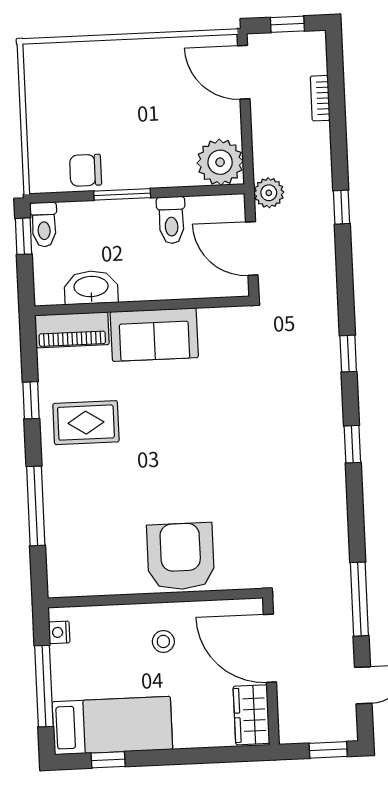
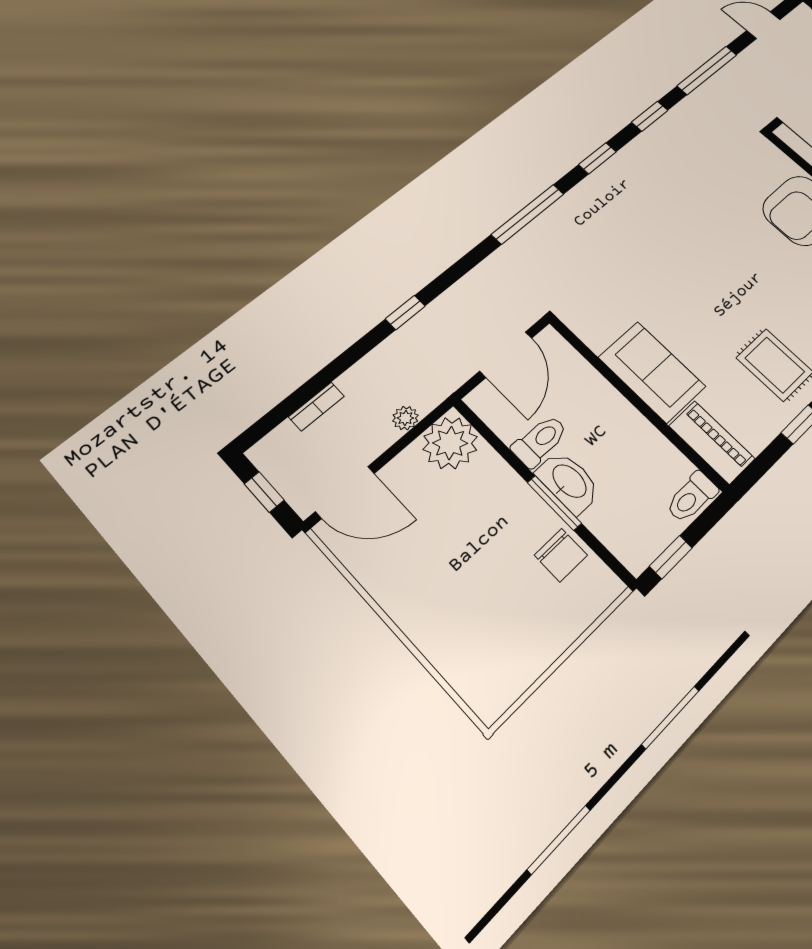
door: (244, 72) -> (345, 492), hinge flipped
plant: (269, 193) -> (405, 418), moved, width x0.73, depth x0.73
toilet: (44, 225) -> (692, 497), moved, turned 180
washbasin: (91, 287) -> (569, 482), moved, turned 180
window: (348, 354) -> (528, 214), width x2.17
window: (356, 516) -> (650, 116), added

